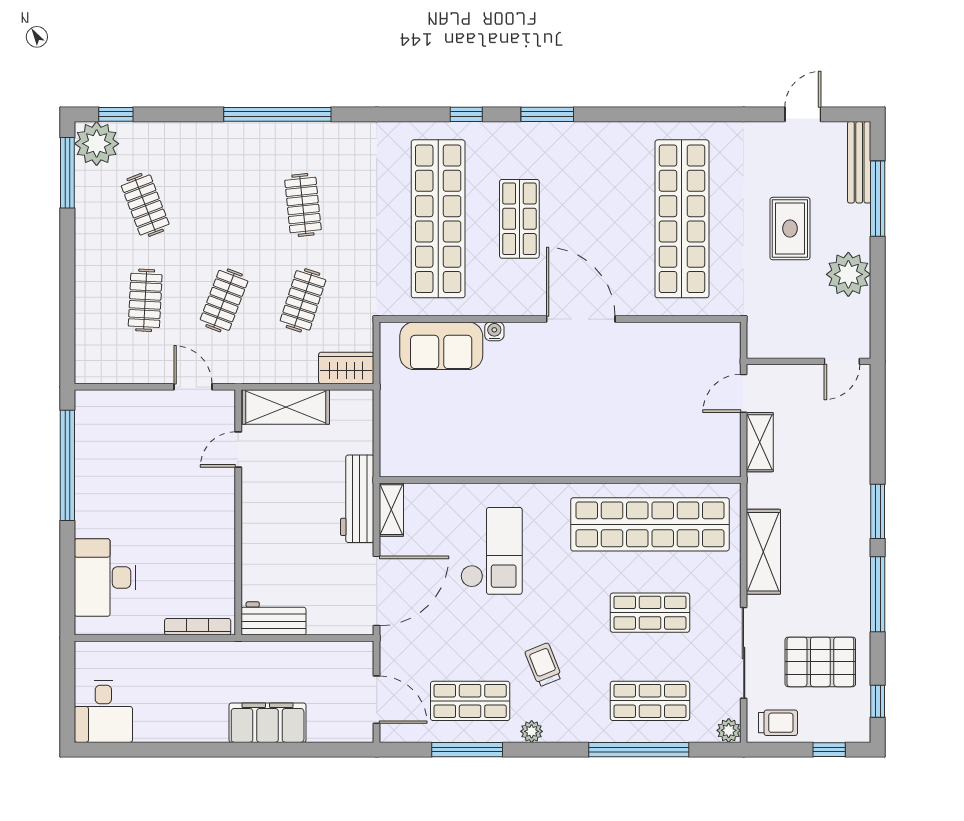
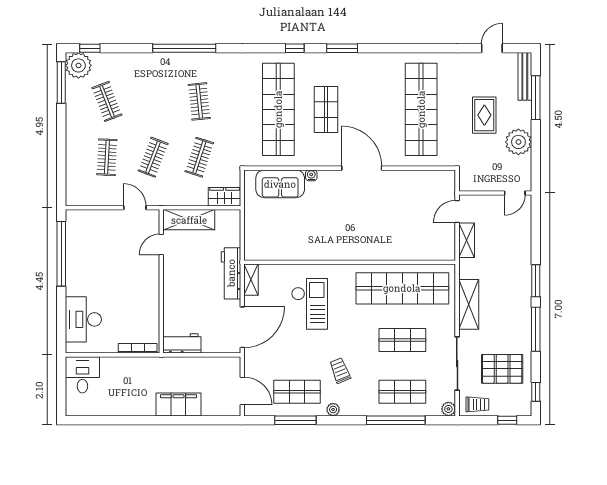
desk: (103, 711) -> (82, 375), moved, turned 180

